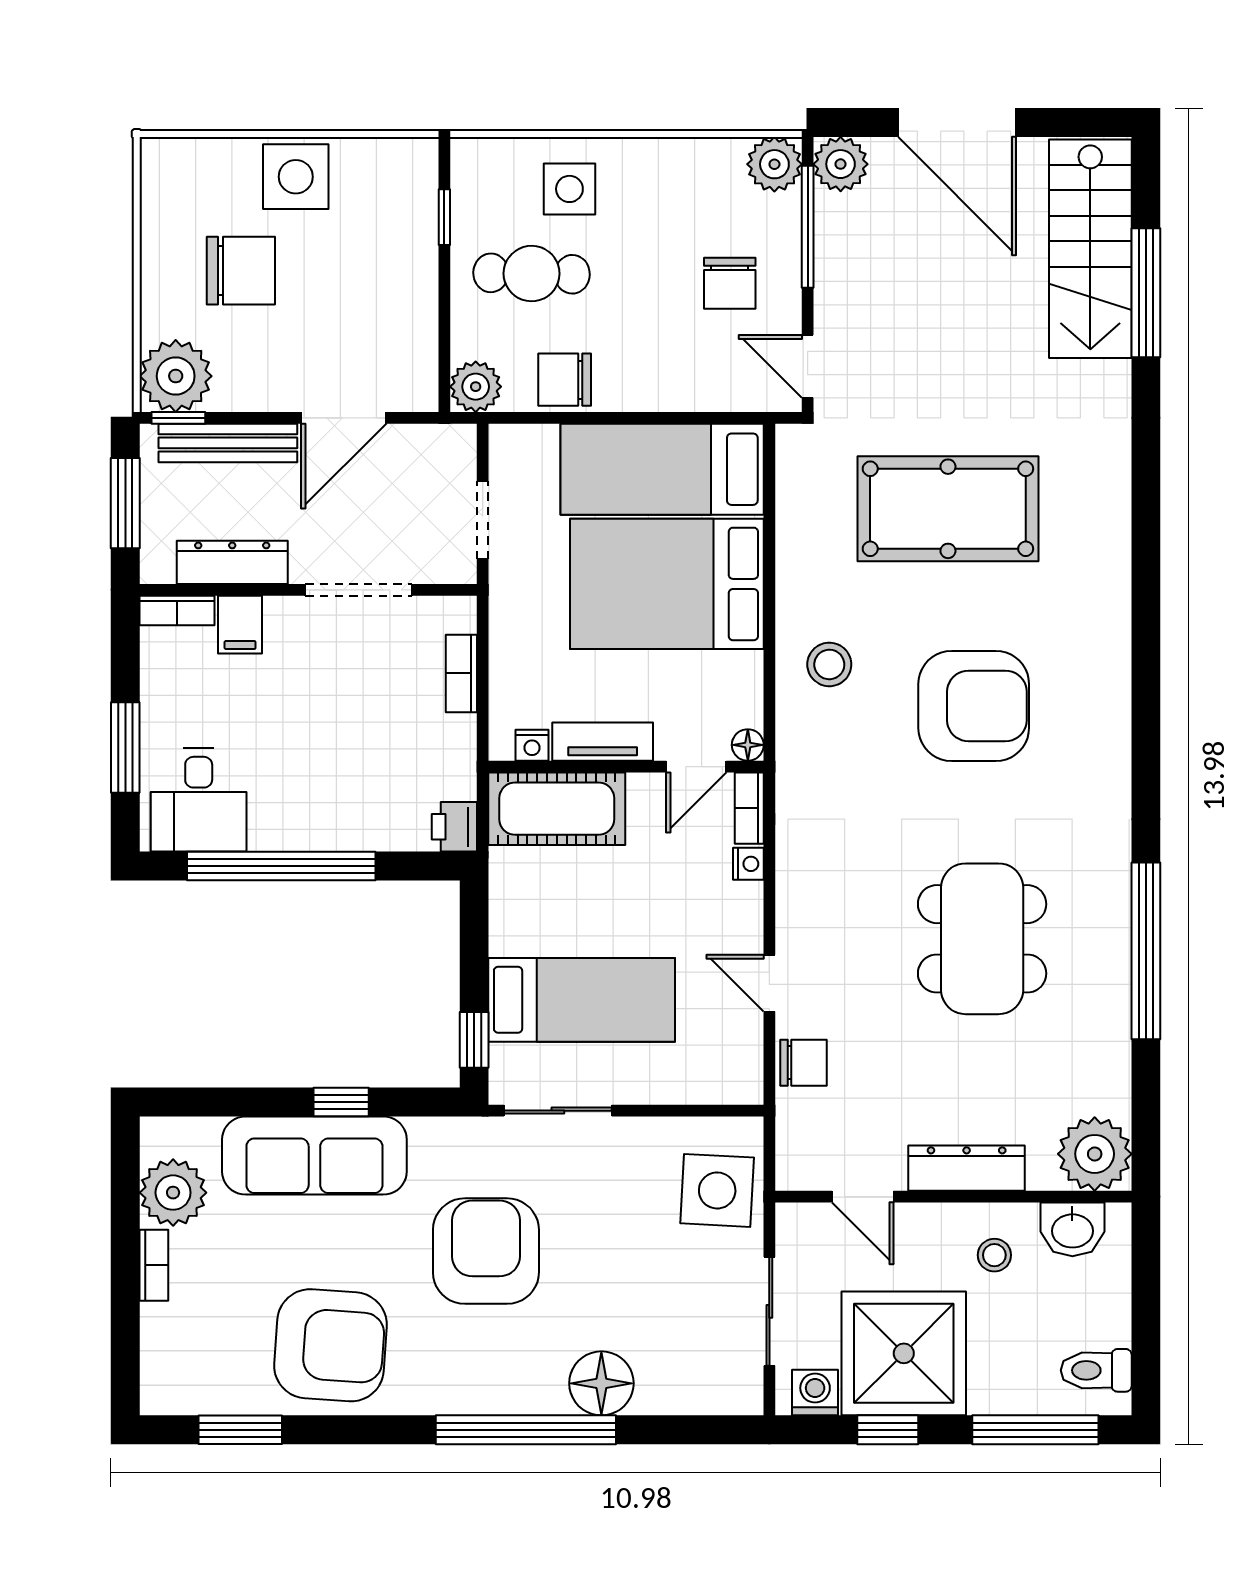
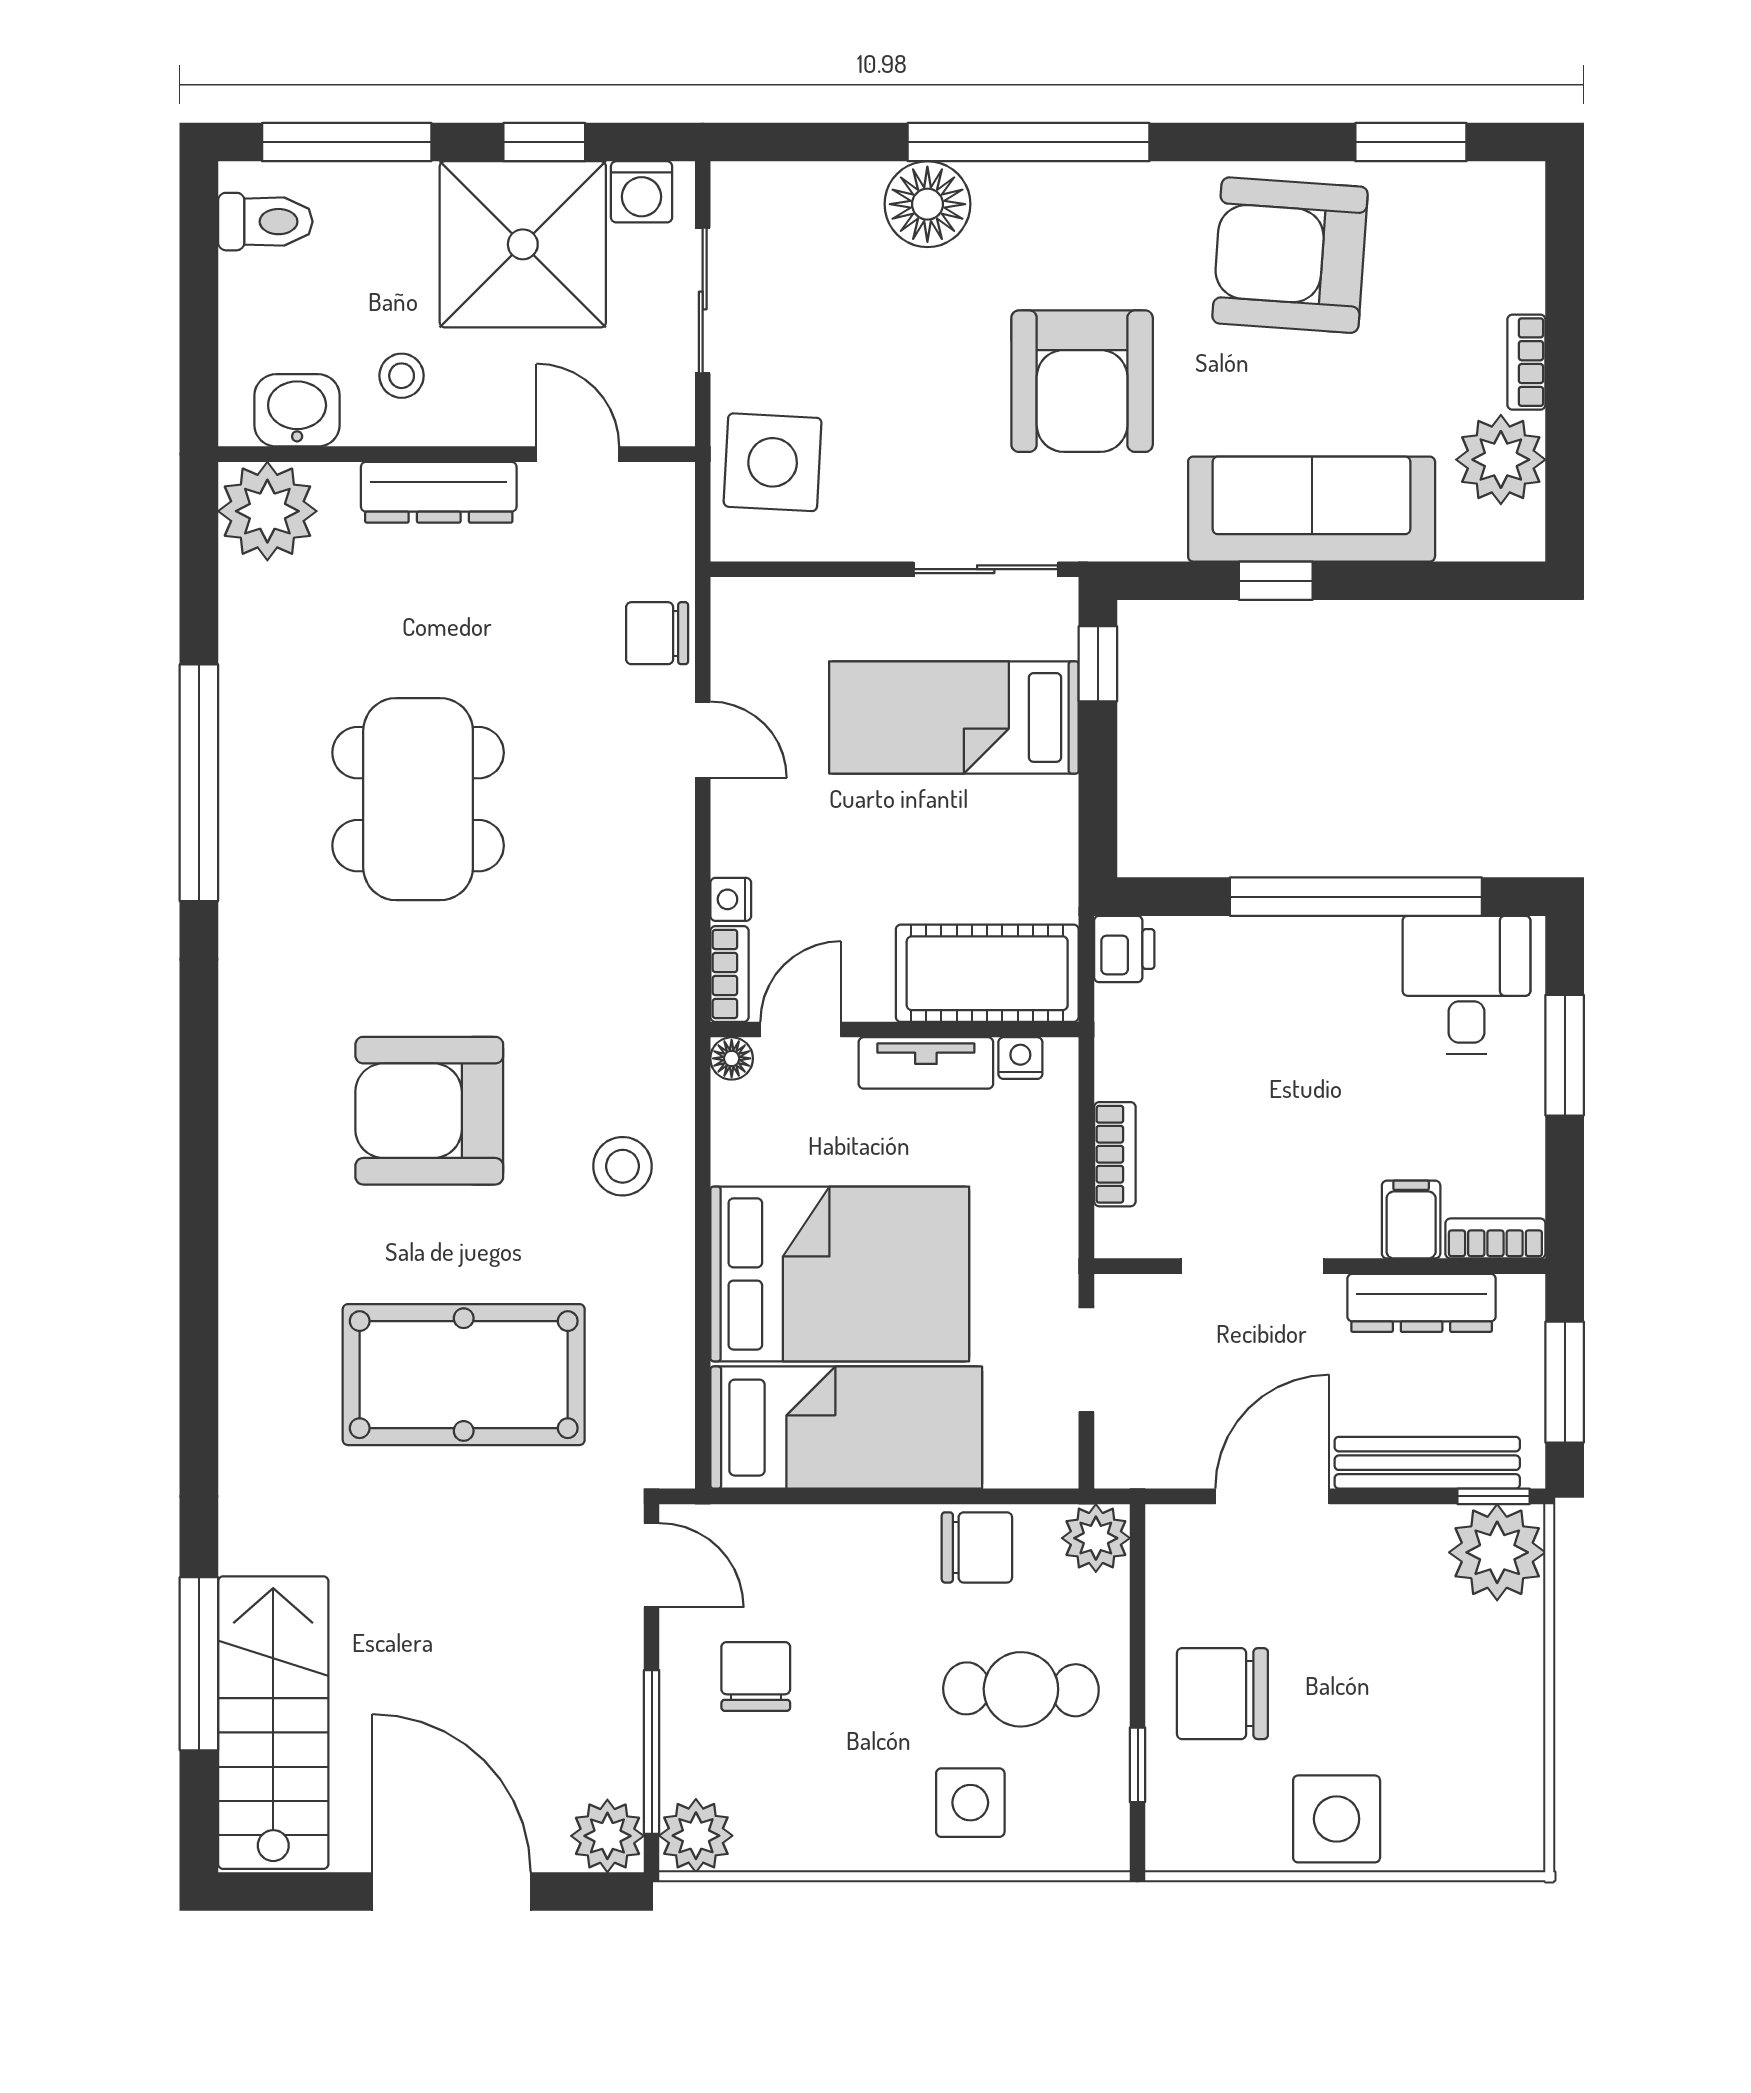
chair: (241, 271) -> (1222, 1694), moved

